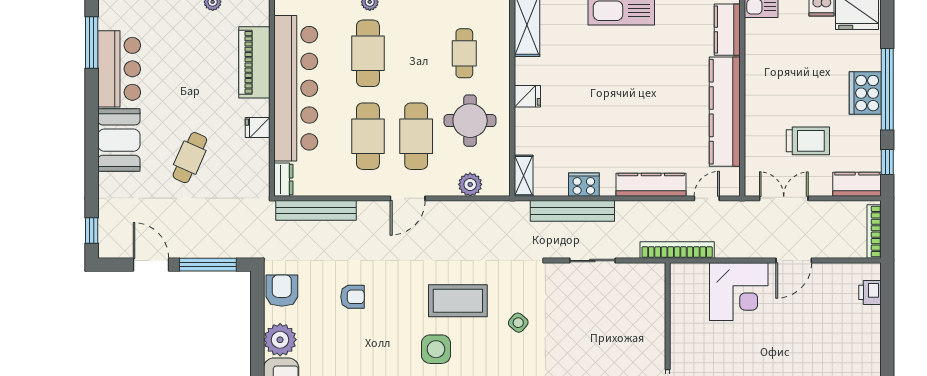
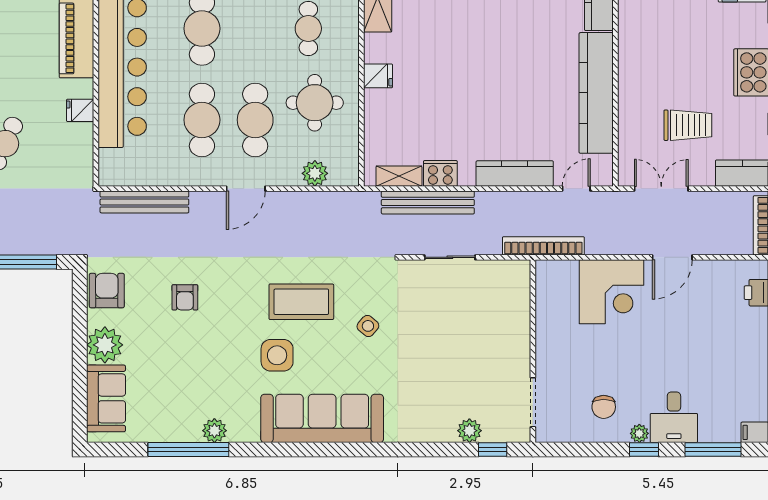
shelving: (524, 176) -> (399, 176), moved, turned 90
dresser: (283, 180) -> (108, 168), removed
armchair: (353, 297) -> (185, 297), turned 90

